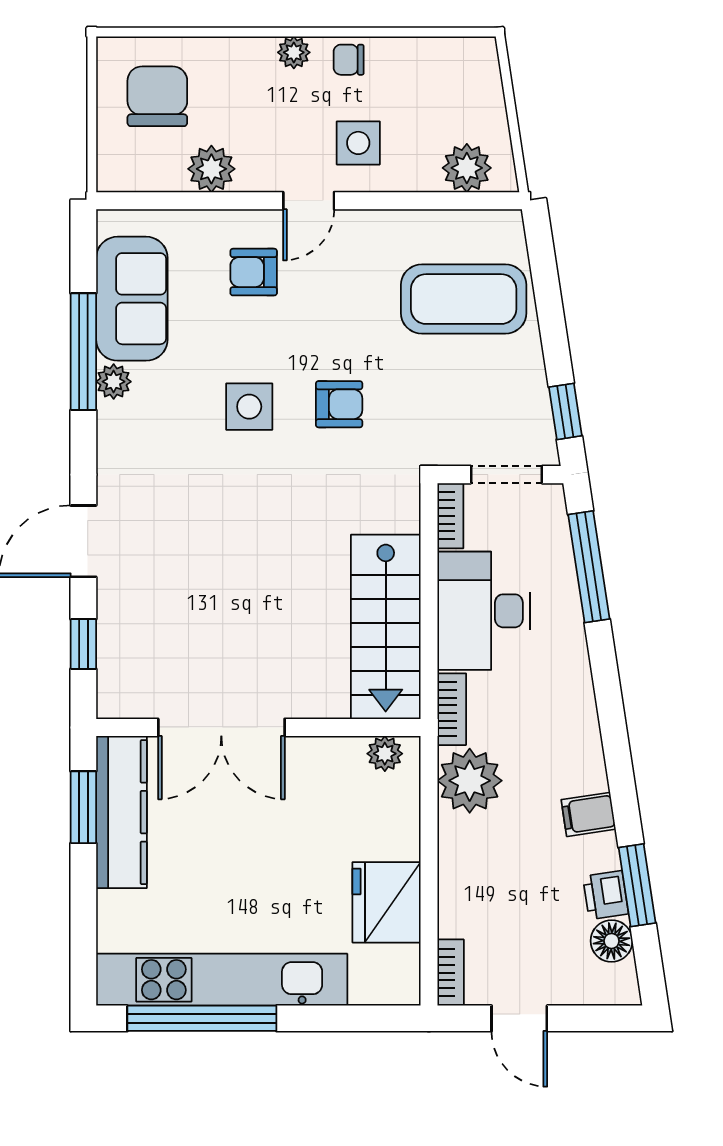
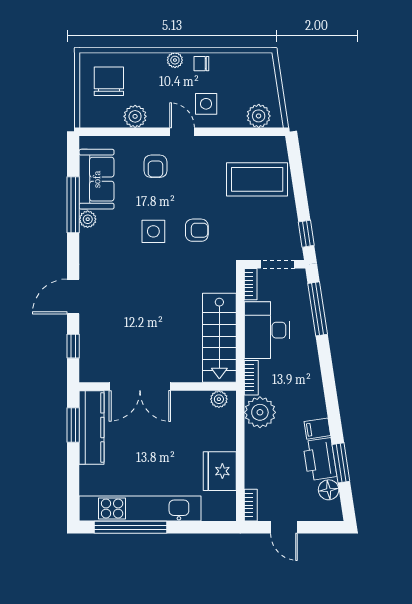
door: (309, 201) -> (182, 132), swing flipped
armchair: (254, 272) -> (155, 166), turned -90
printer: (606, 895) -> (320, 459), width x1.87, depth x1.48

